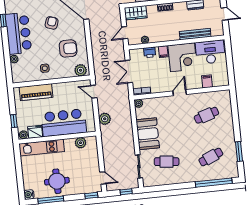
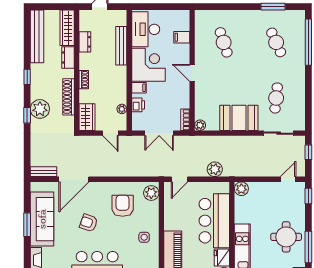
plant: (81, 143) -> (241, 189), moved

